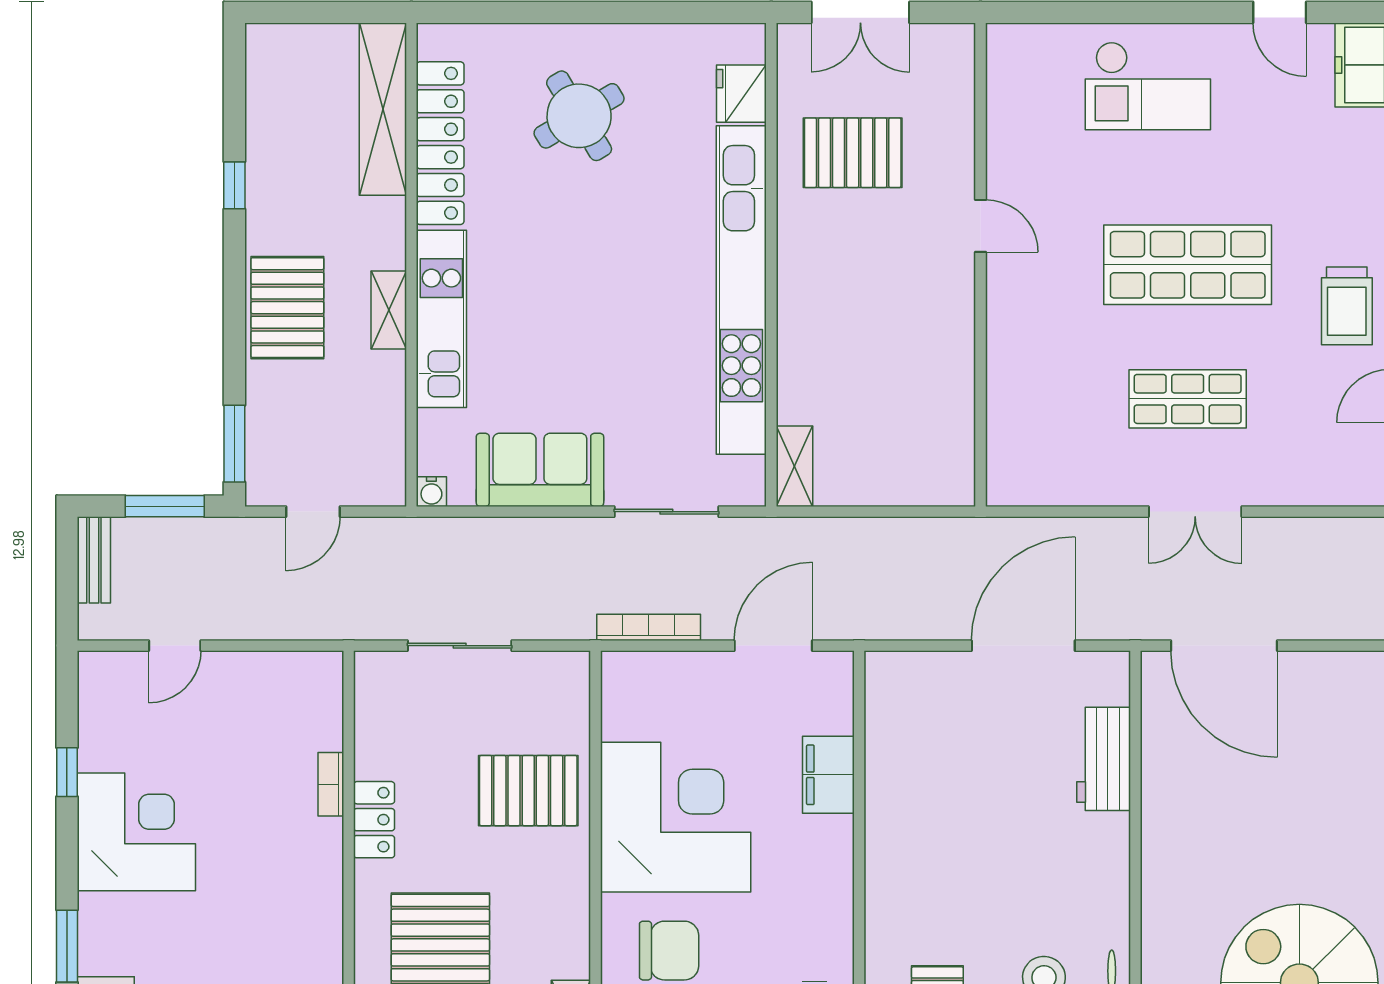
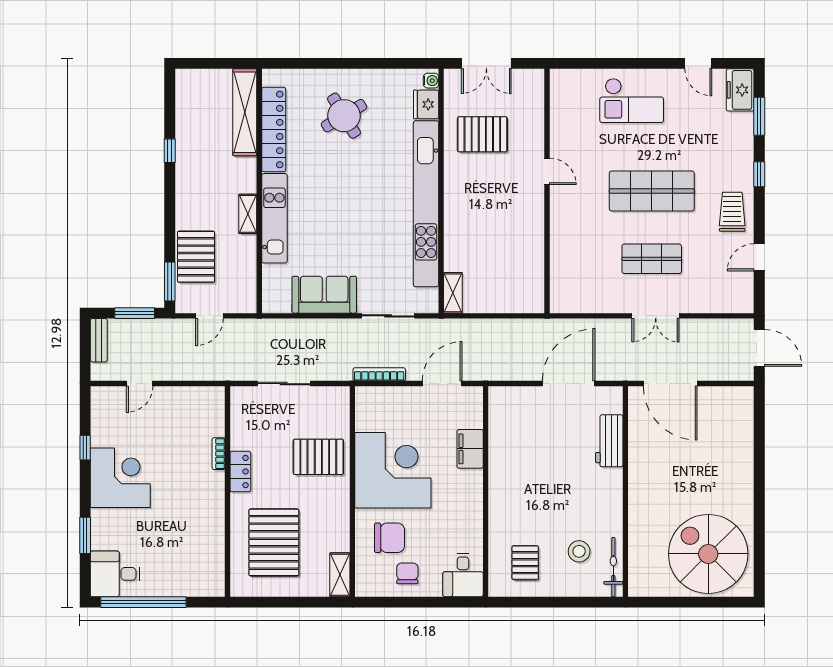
trolley: (1347, 306) -> (732, 212), turned 180
pallet: (287, 308) -> (196, 257), moved
water cooler: (431, 492) -> (431, 81), moved, turned -90

